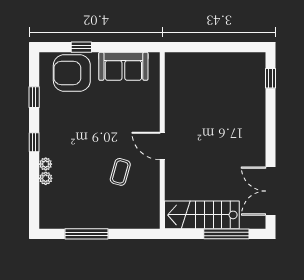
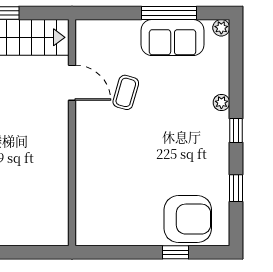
sofa: (123, 66) -> (173, 38), moved, turned 180
door: (162, 146) -> (72, 83), moved
plant: (46, 178) -> (221, 28), moved

